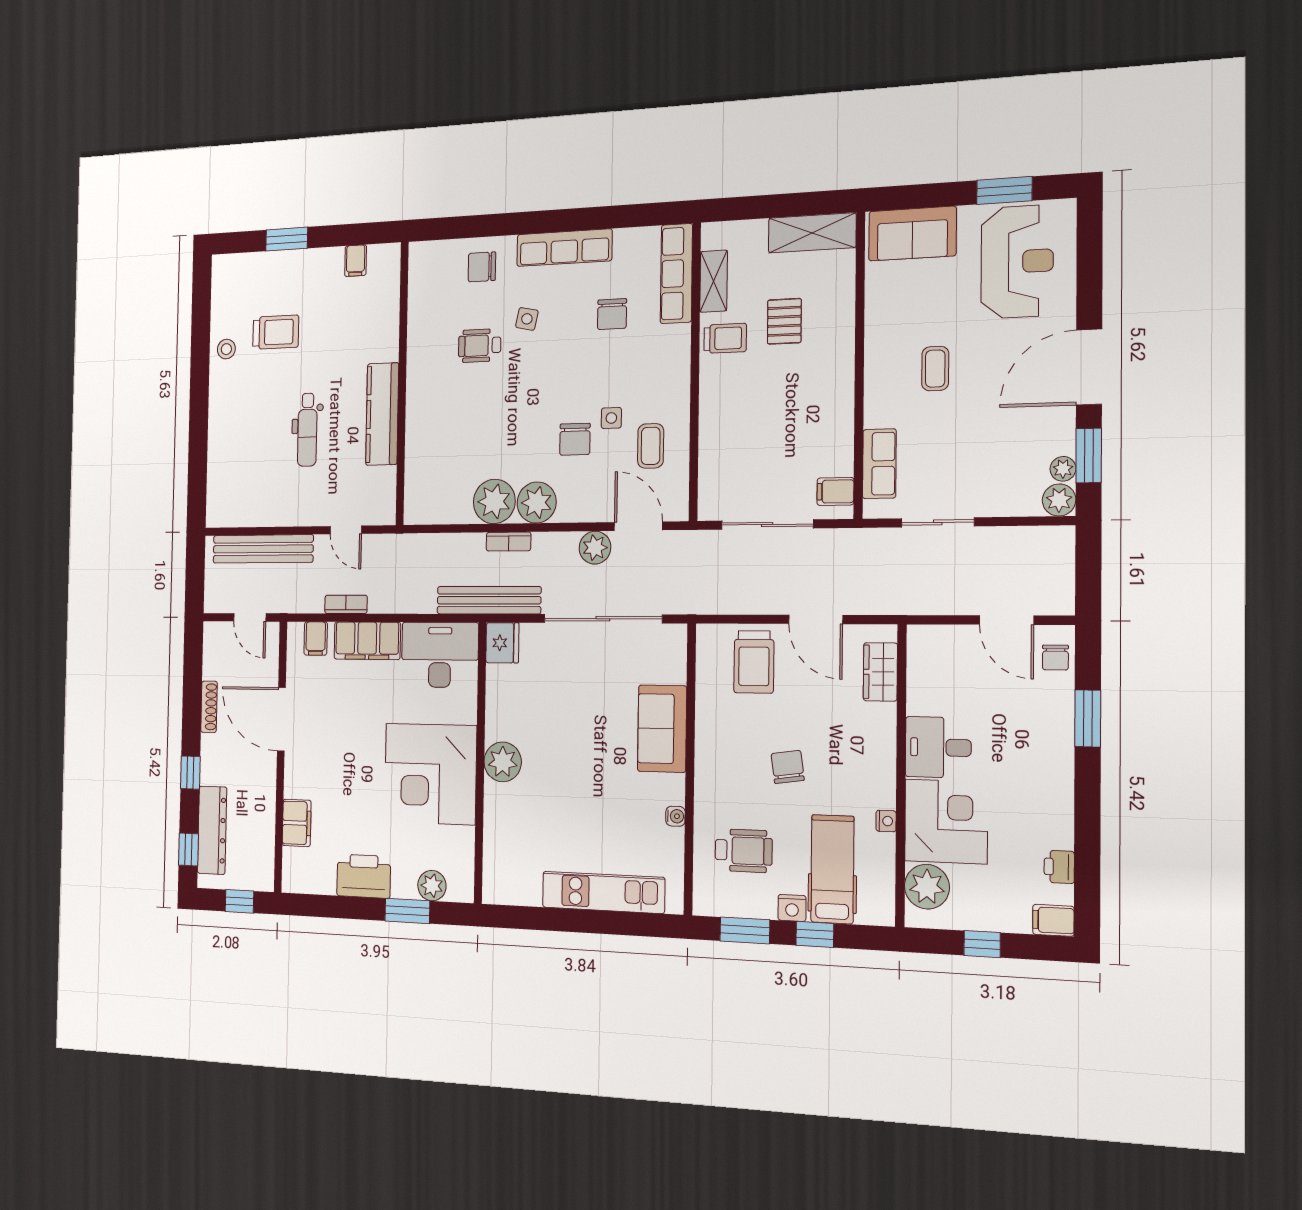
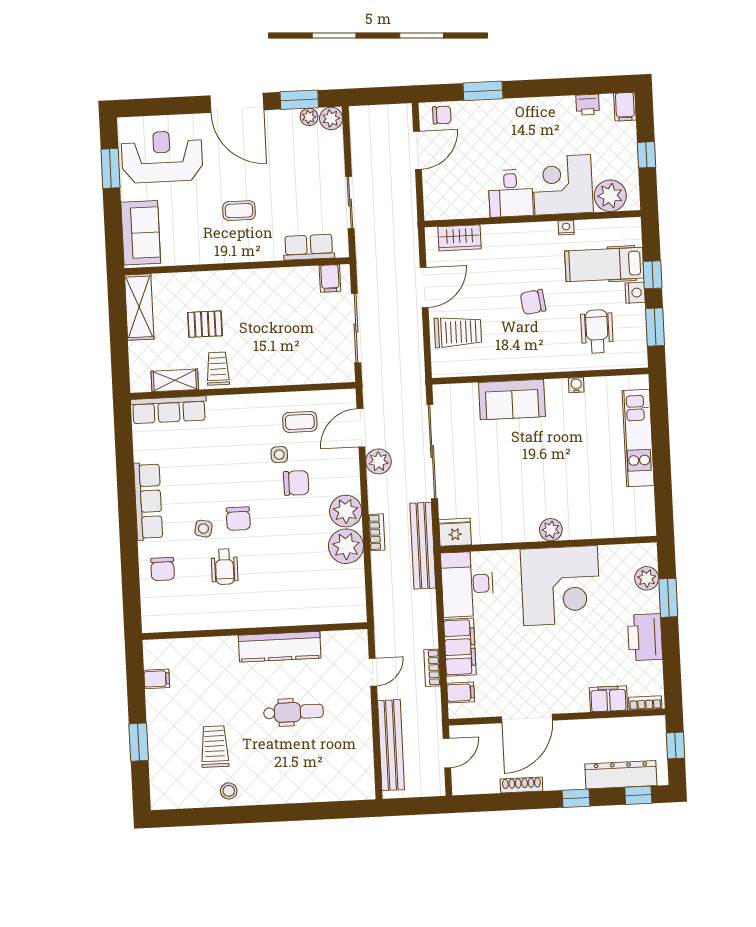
chair: (612, 314) -> (238, 519), moved, turned 90
plant: (503, 762) -> (551, 530), width x0.73, depth x0.73
bookcase: (289, 869) -> (645, 703), added

